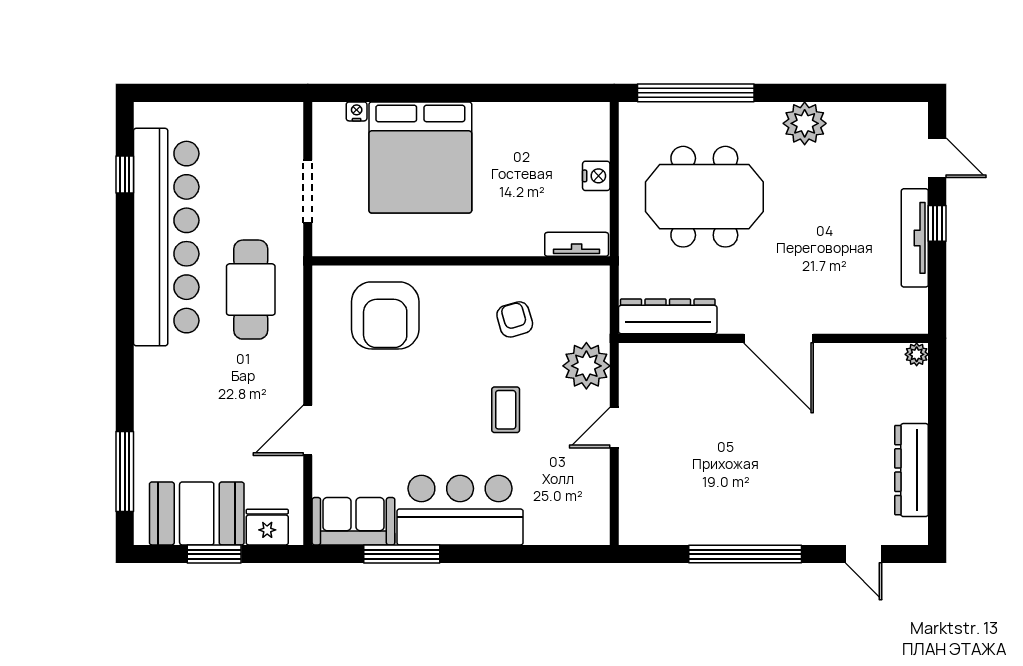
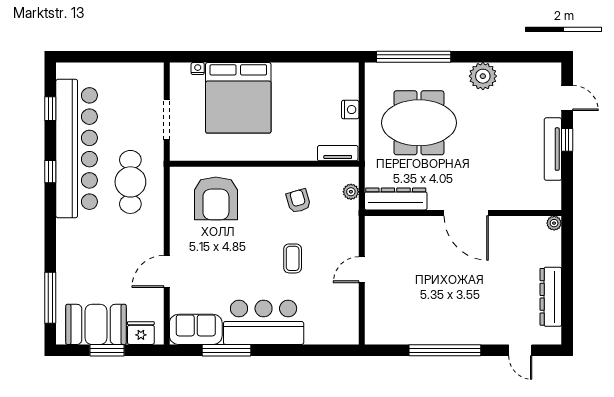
window: (125, 273) -> (50, 172), added
plant: (586, 366) -> (351, 192), moved, width x0.53, depth x0.53

